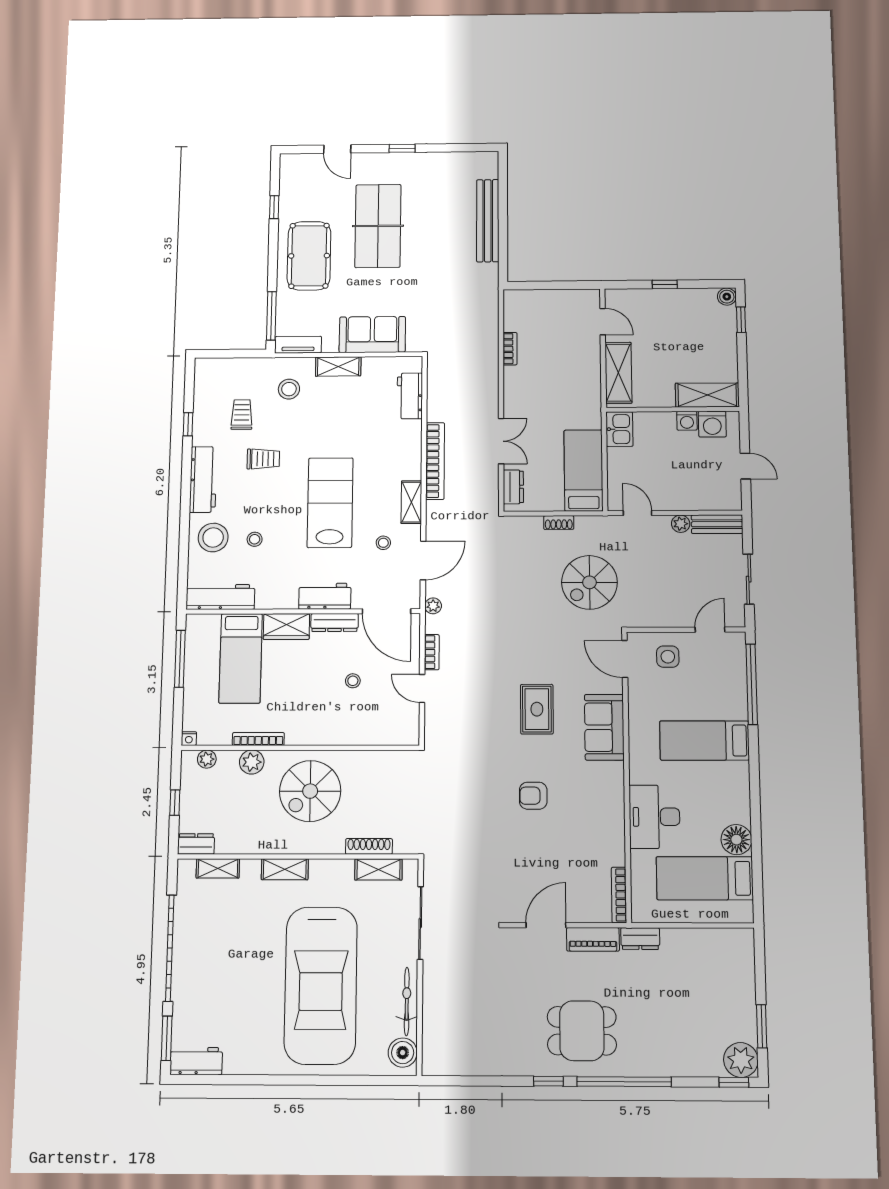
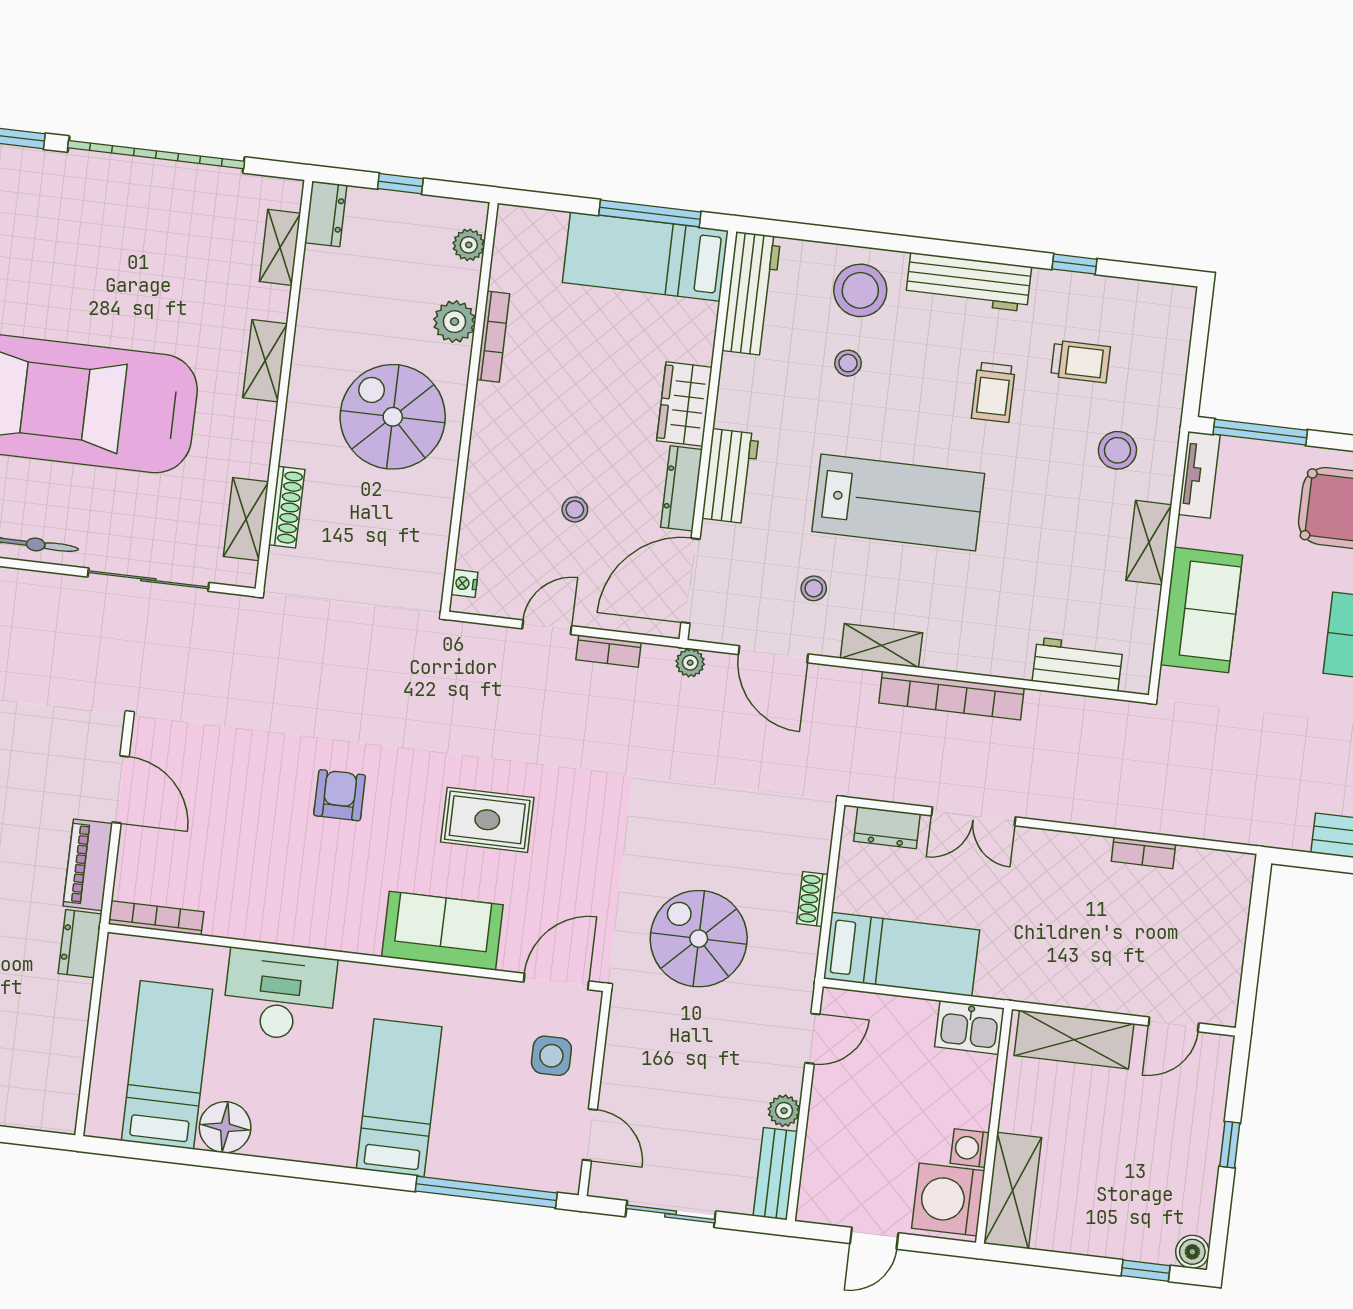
washing machine: (712, 424) -> (948, 1200), width x1.37, depth x1.37
bed: (241, 658) -> (645, 257), moved
nightstand: (189, 739) -> (464, 583), moved

